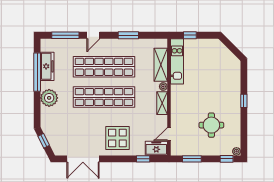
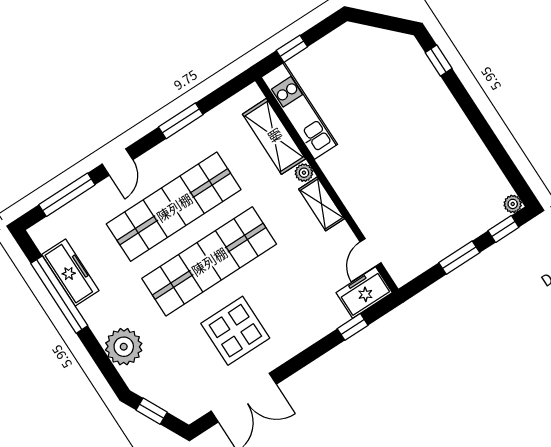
plant: (49, 98) -> (124, 347), moved
window: (244, 101) -> (439, 61), moved
round table: (211, 125) -> (436, 186), removed
display table: (117, 138) -> (235, 331), moved
window: (192, 159) -> (459, 258), moved

